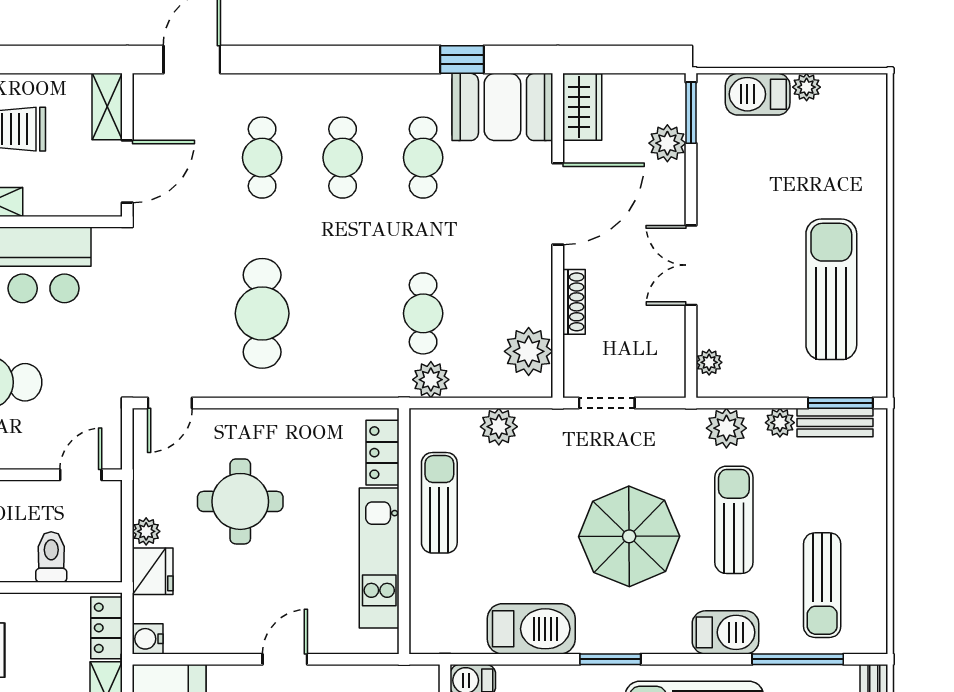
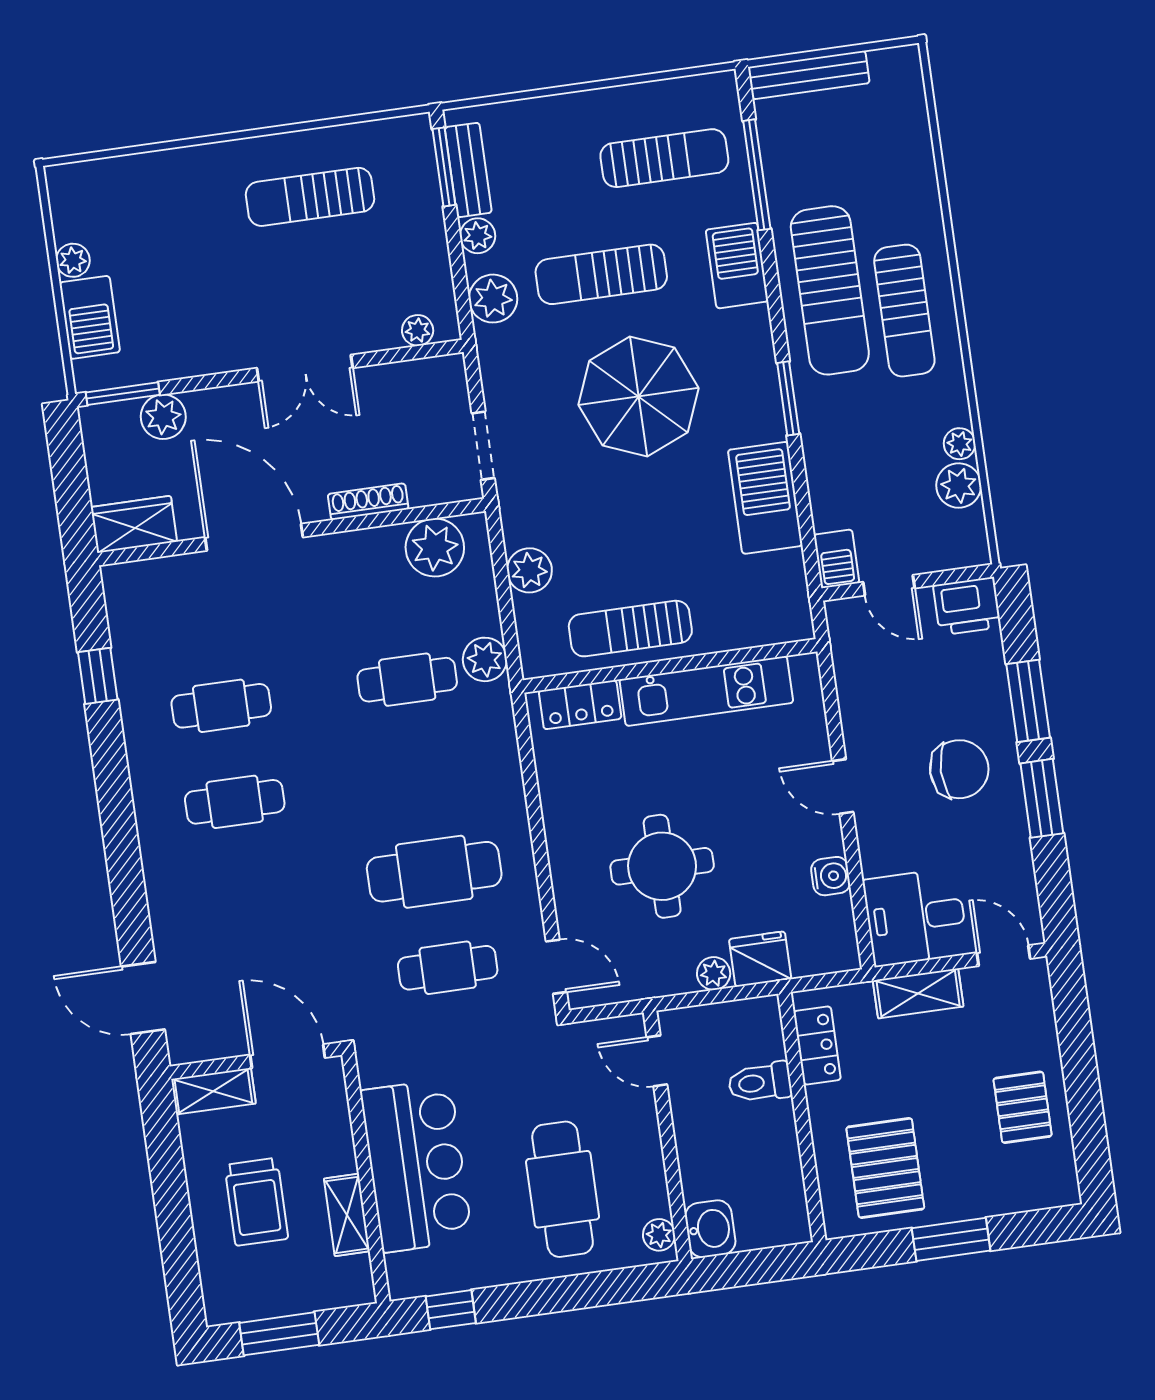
booth: (502, 107) -> (148, 620), removed
cafe table: (262, 158) -> (448, 968), moved
sun lounger: (831, 289) -> (310, 197), width x0.73, depth x0.75
locker: (107, 628) -> (817, 1045), moved, turned -90
water cooler: (148, 639) -> (831, 876), moved, turned -90

